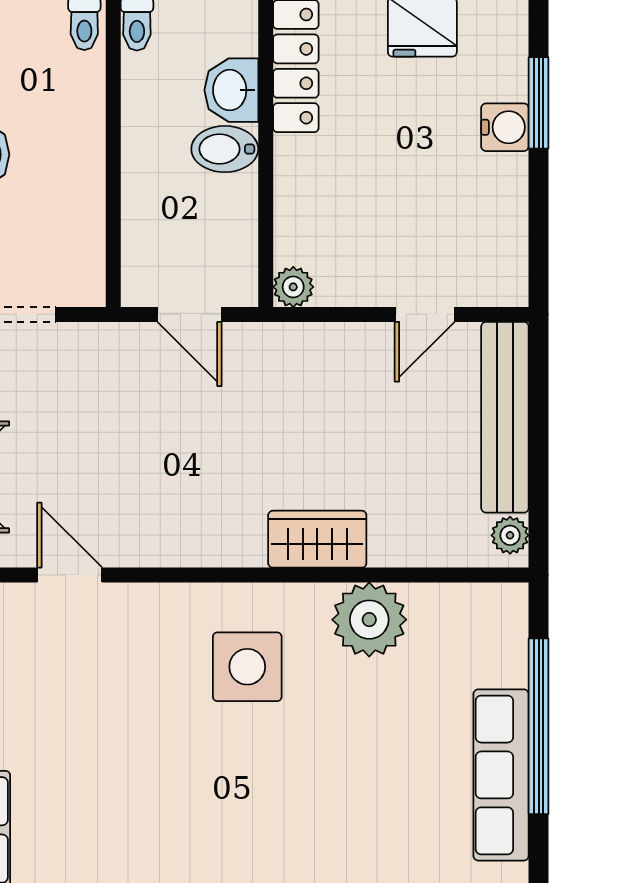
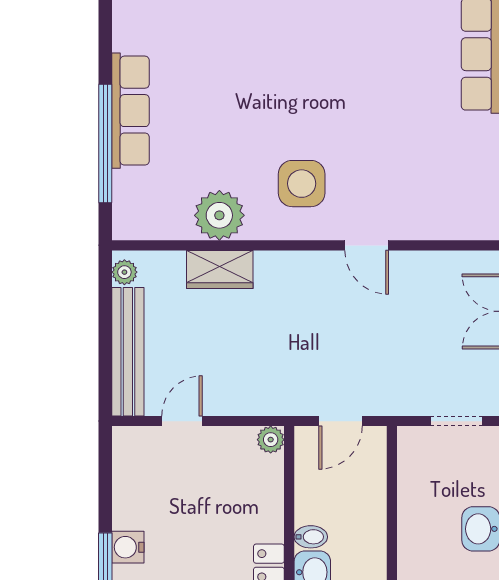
bidet: (225, 149) -> (311, 537), width x0.72, depth x0.74
door: (190, 314) -> (340, 421), swing flipped
wardrobe: (317, 539) -> (220, 270), moved
door: (70, 575) -> (367, 245), moved

